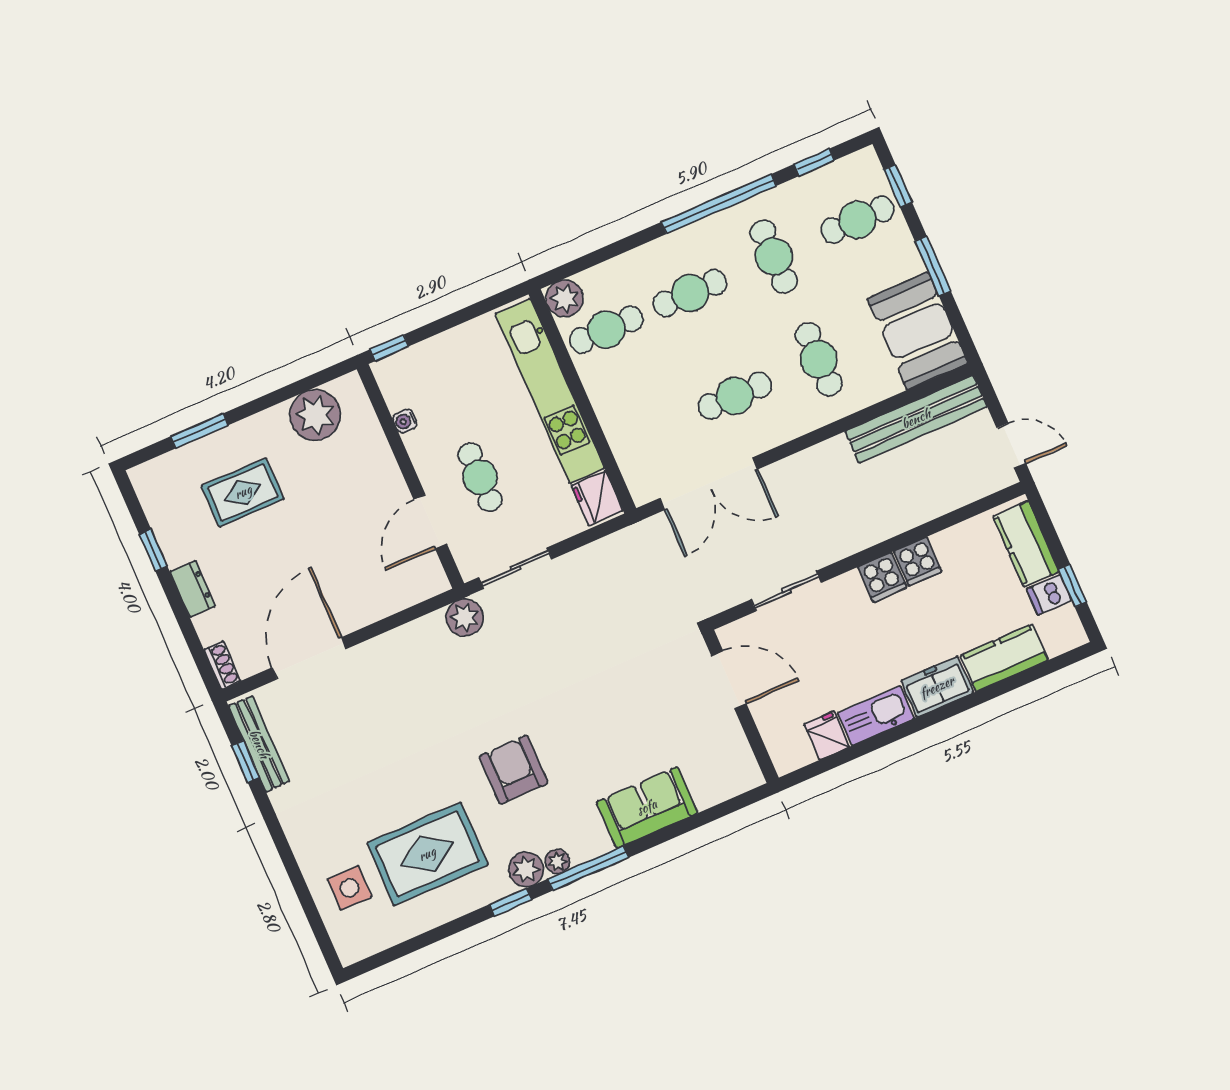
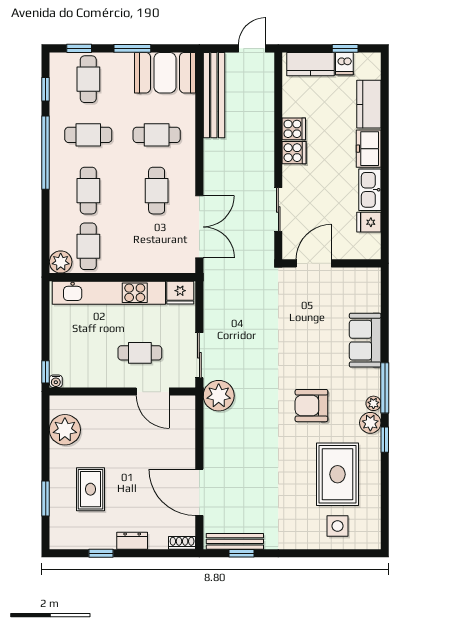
water cooler: (405, 421) -> (56, 381), moved
plant: (465, 618) -> (219, 396), width x1.36, depth x1.36

